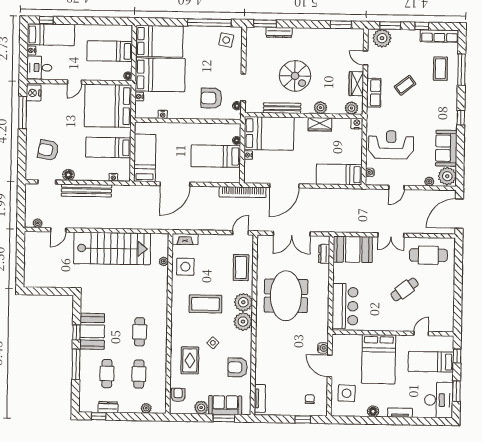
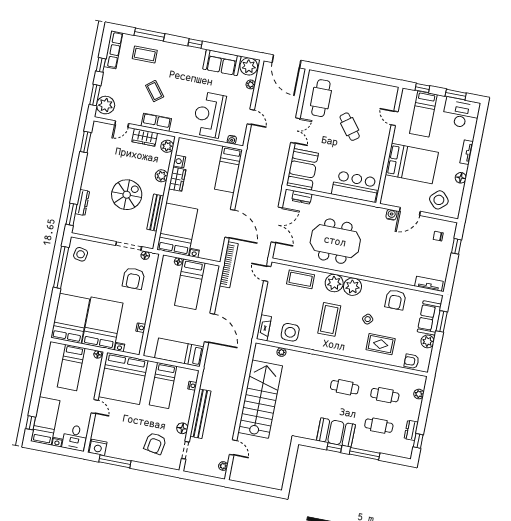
nightstand: (357, 124) -> (179, 161), moved
side table: (347, 393) -> (439, 200), turned 45

